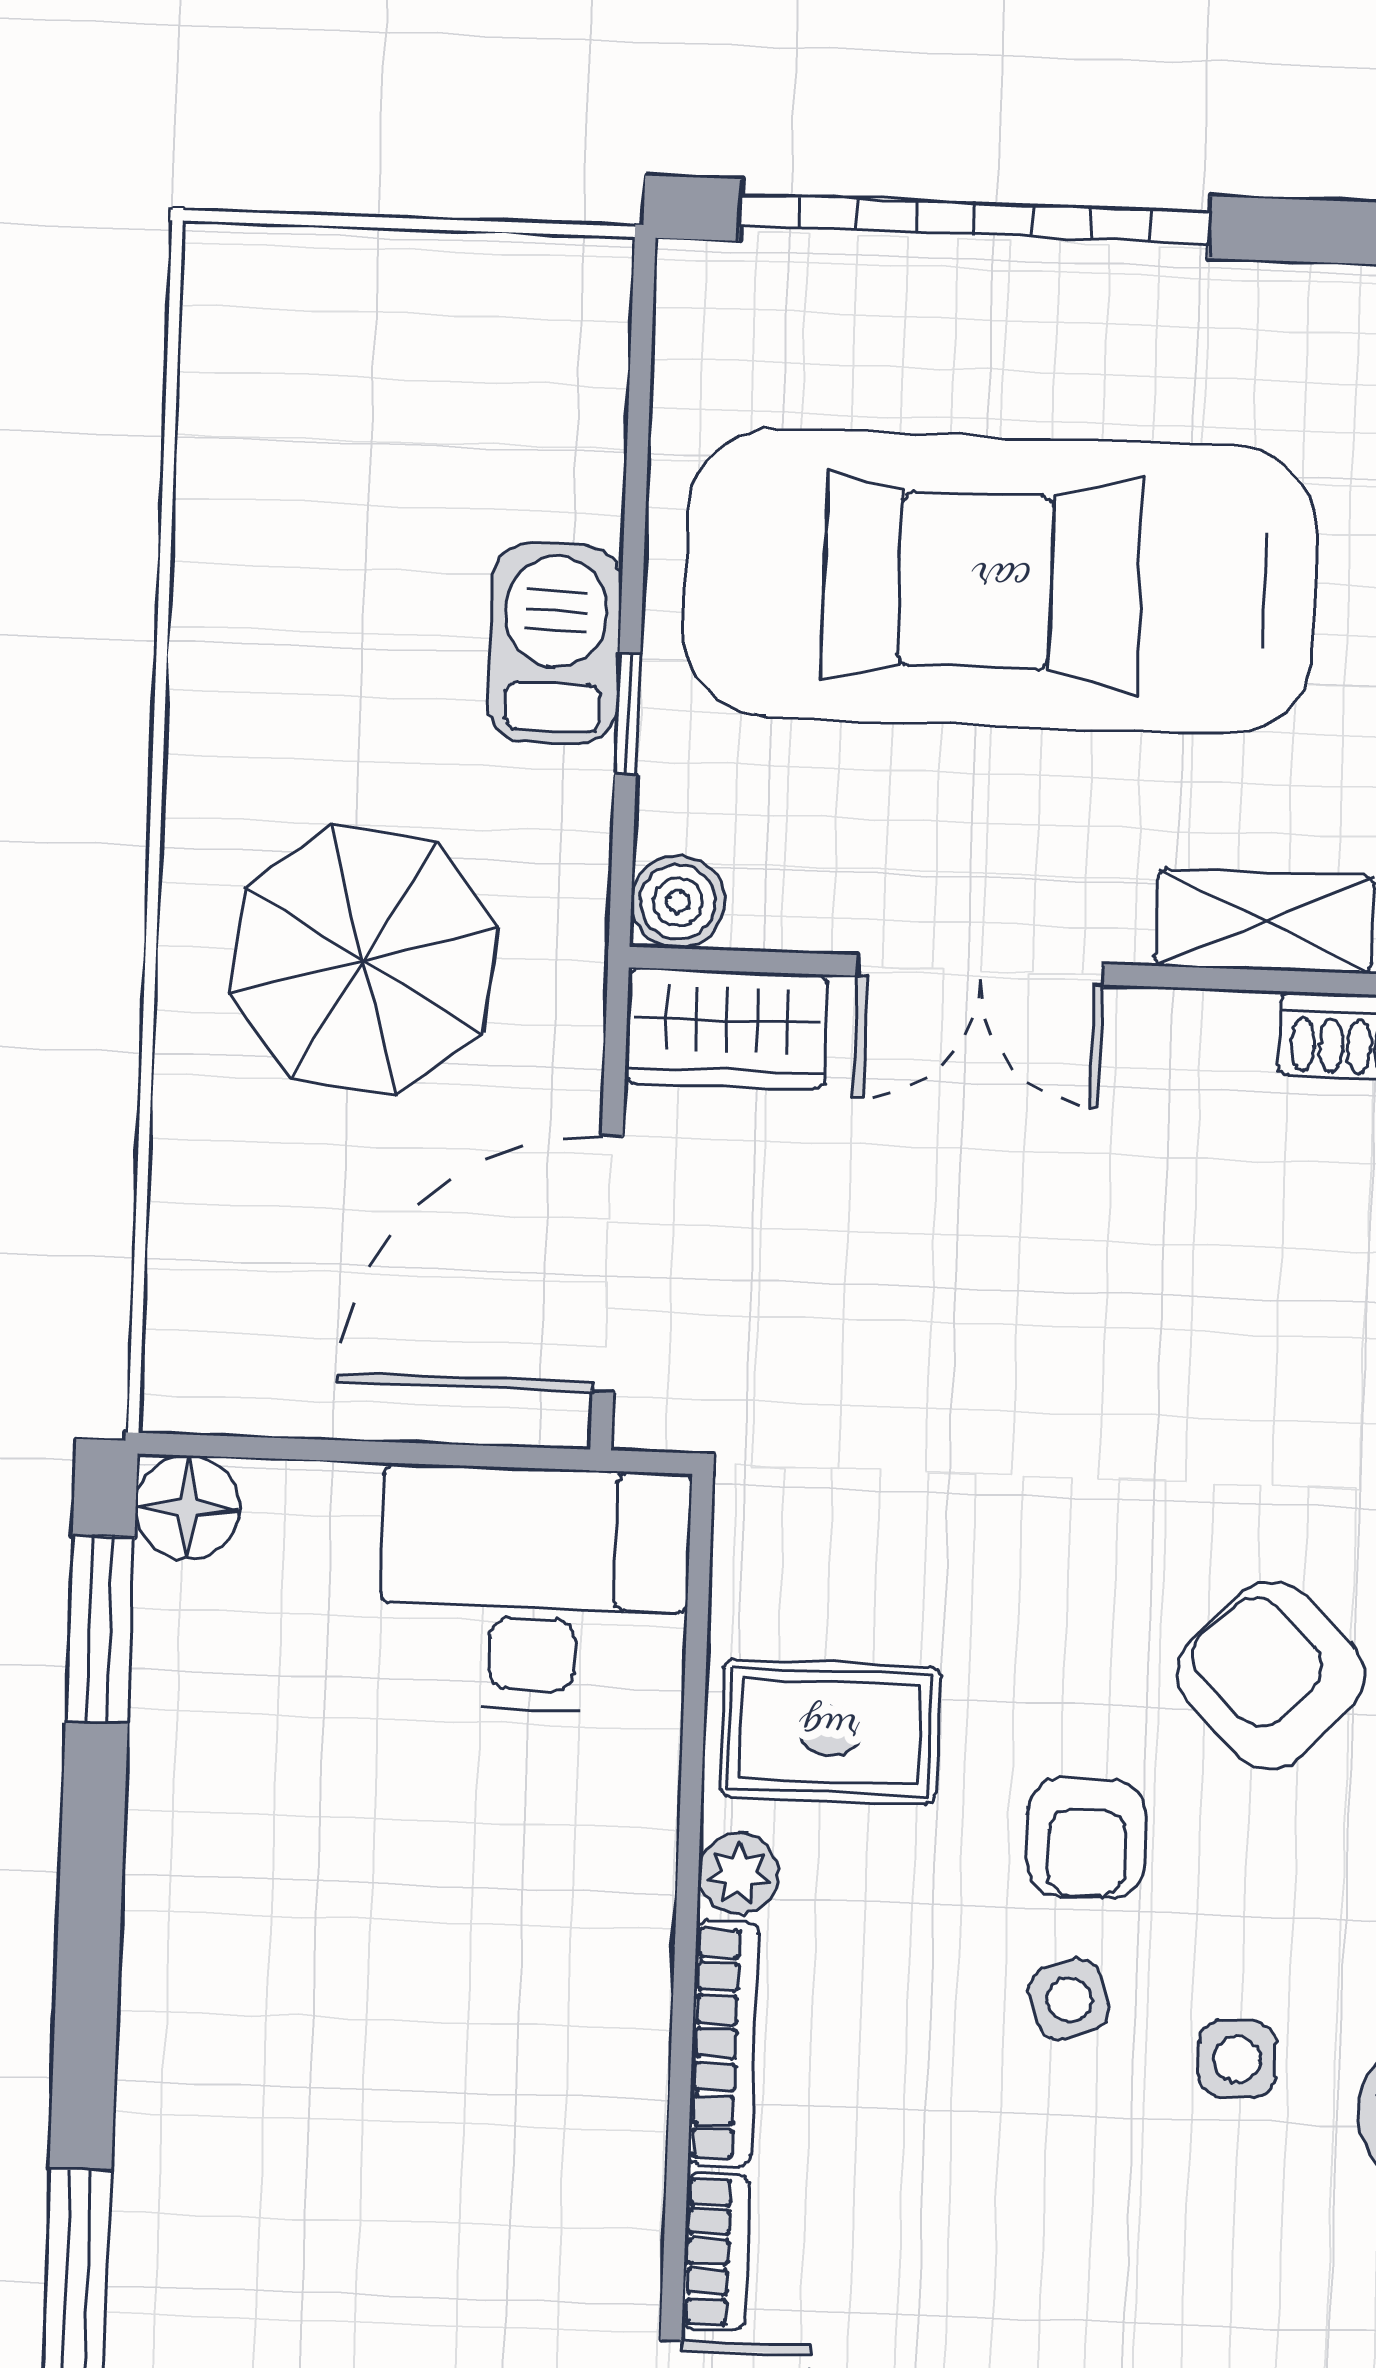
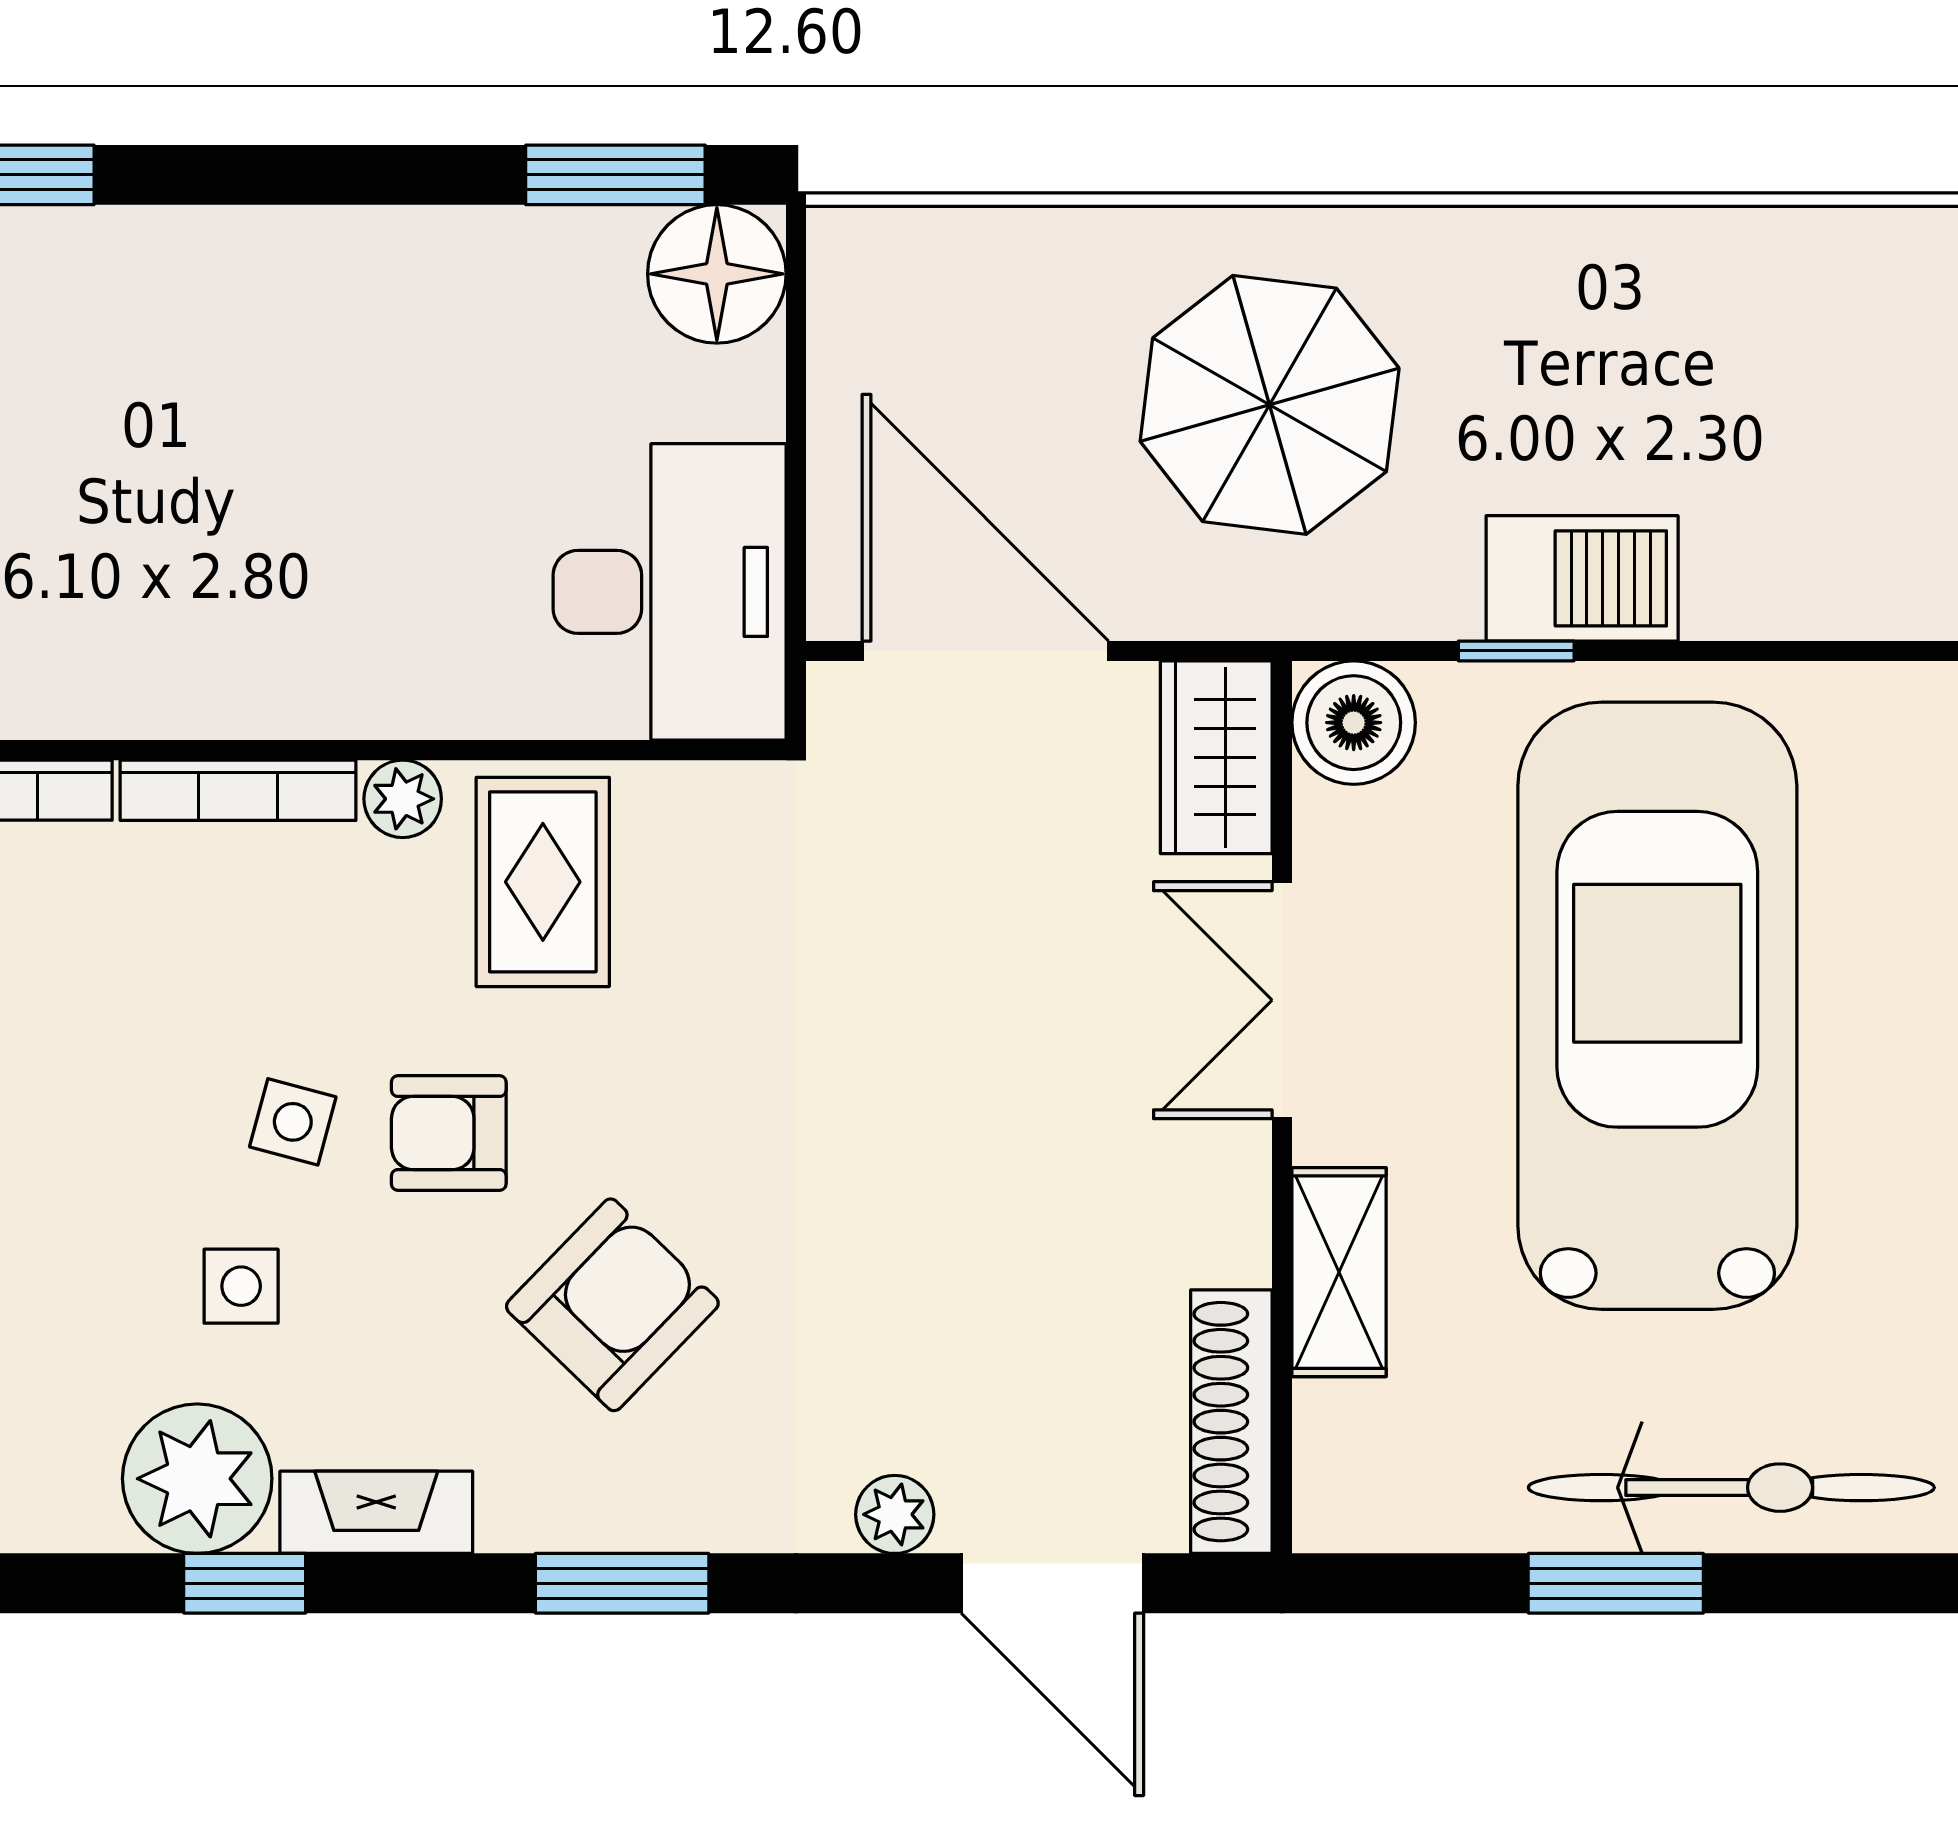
boiler: (678, 902) -> (1354, 723), width x1.36, depth x1.36
floor lamp: (188, 1508) -> (717, 274), width x1.38, depth x1.38
side table: (1069, 1999) -> (293, 1122), turned 33

